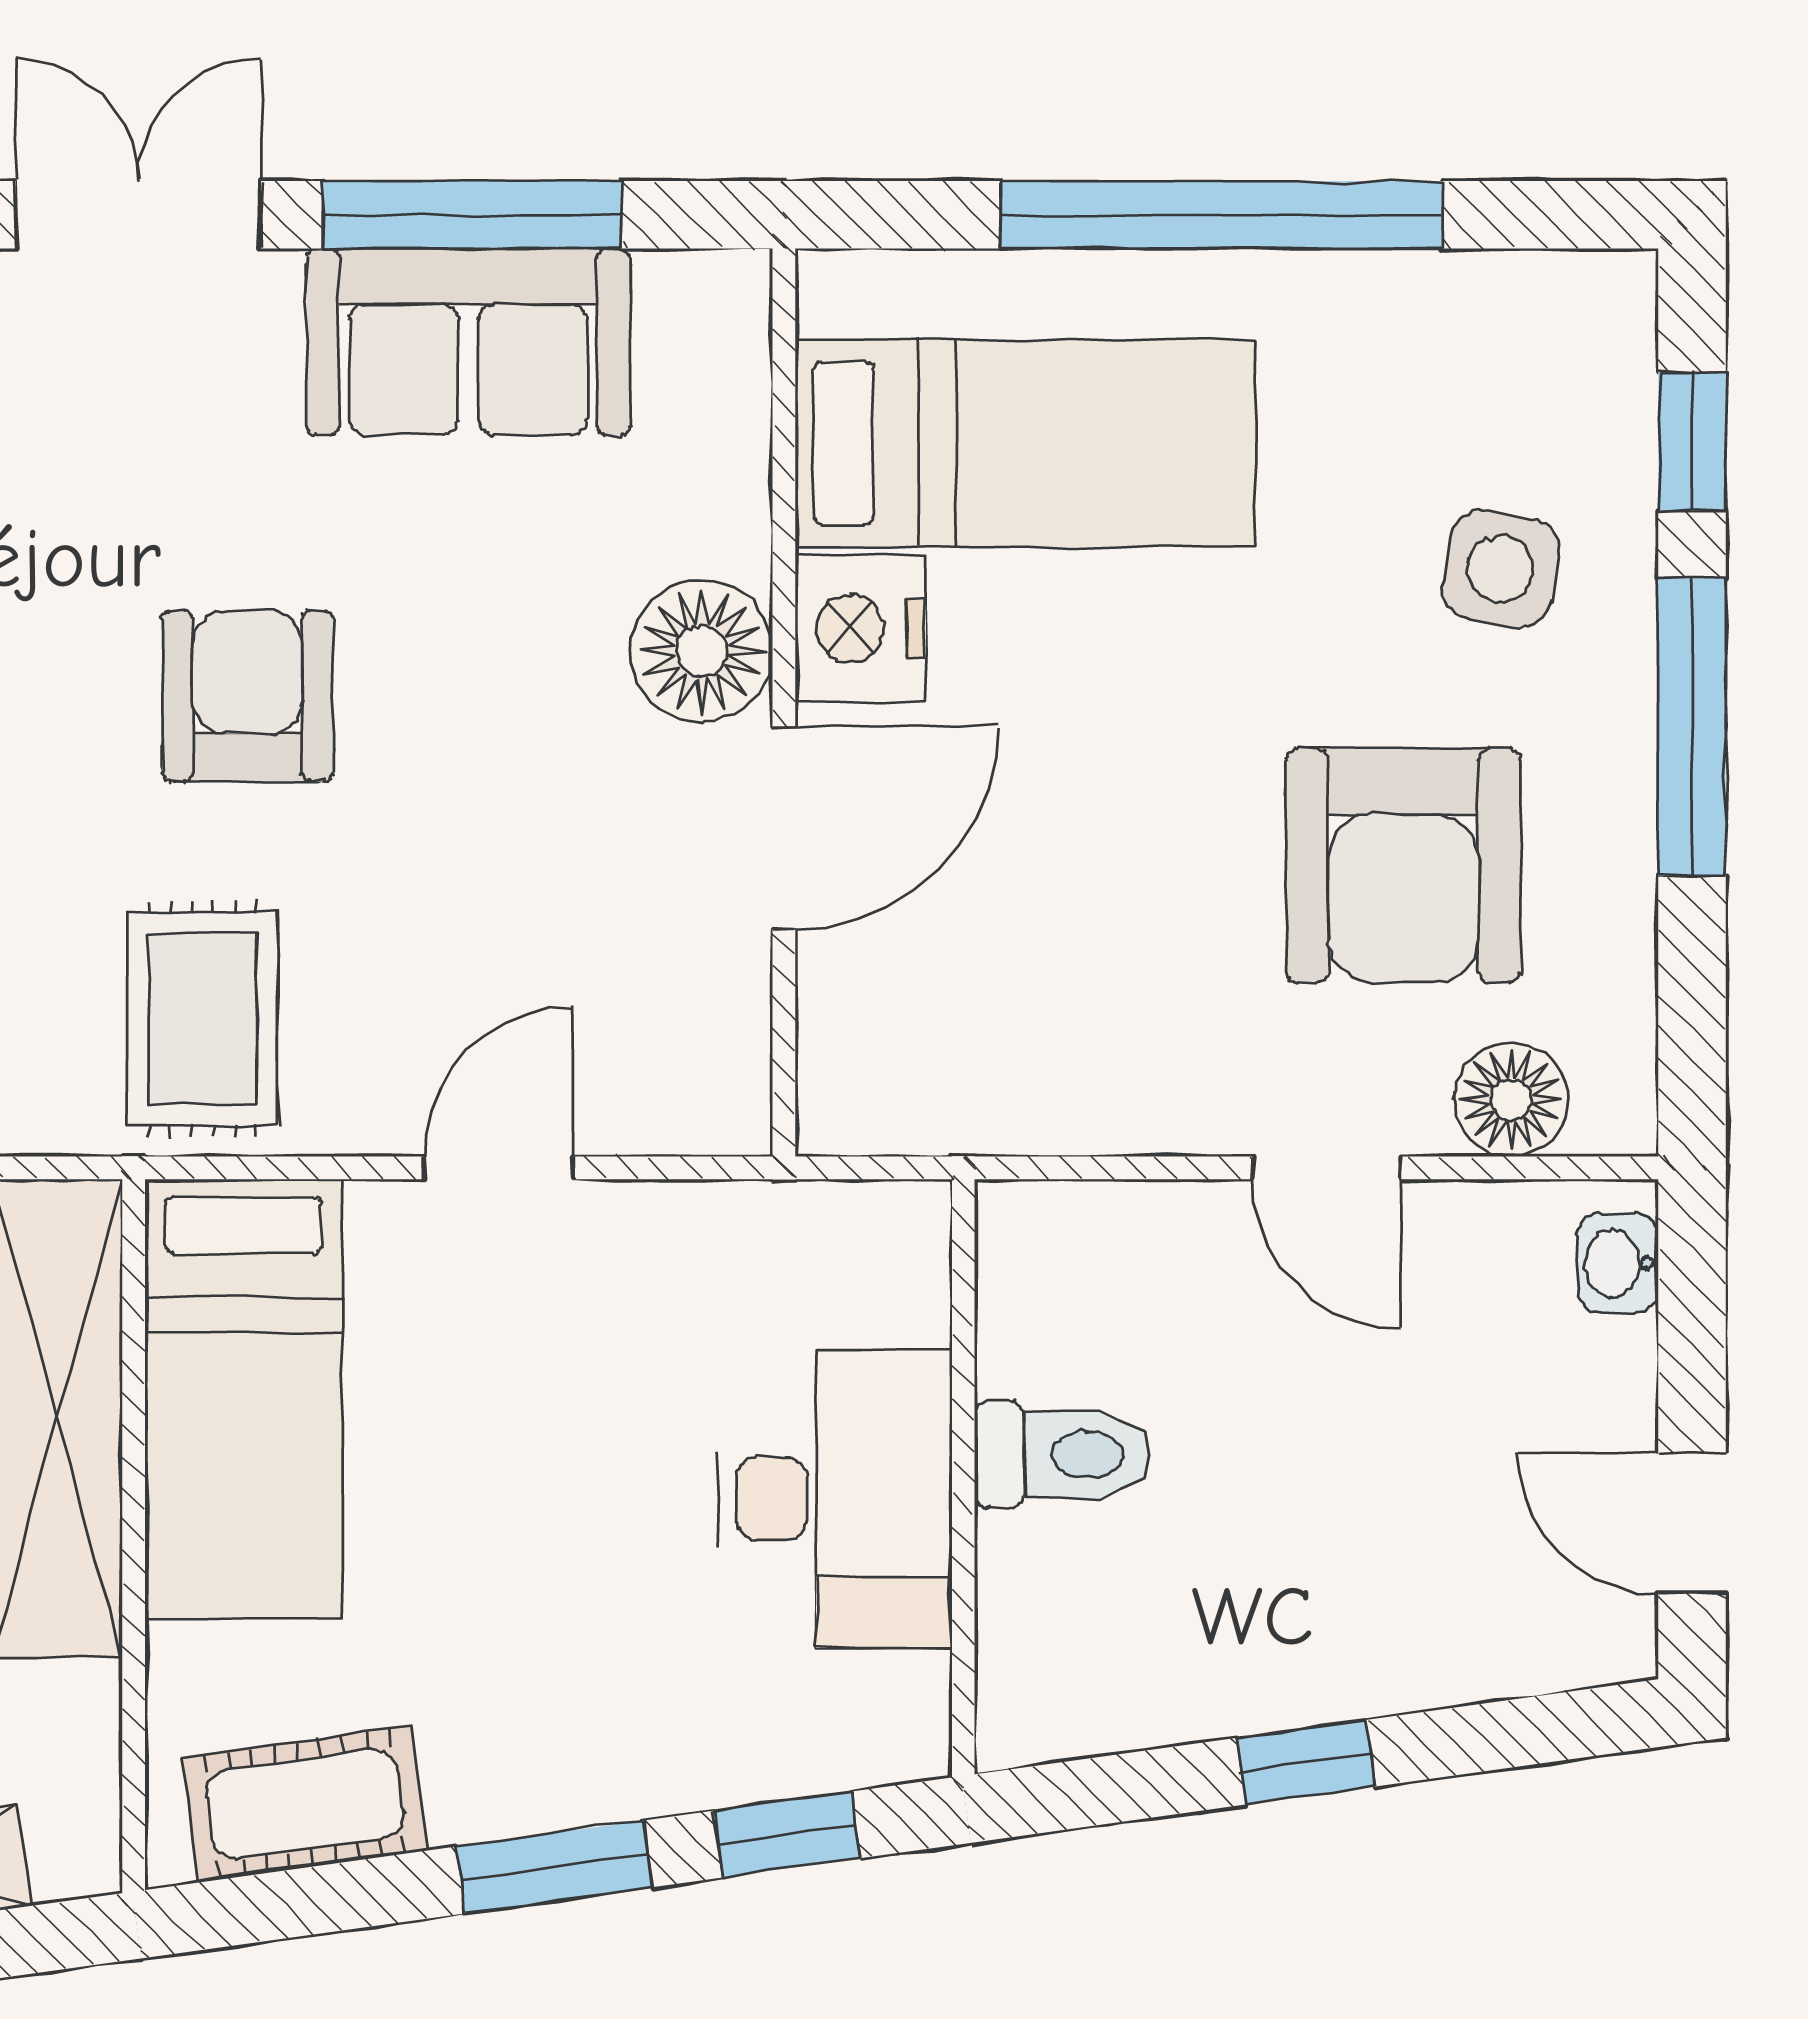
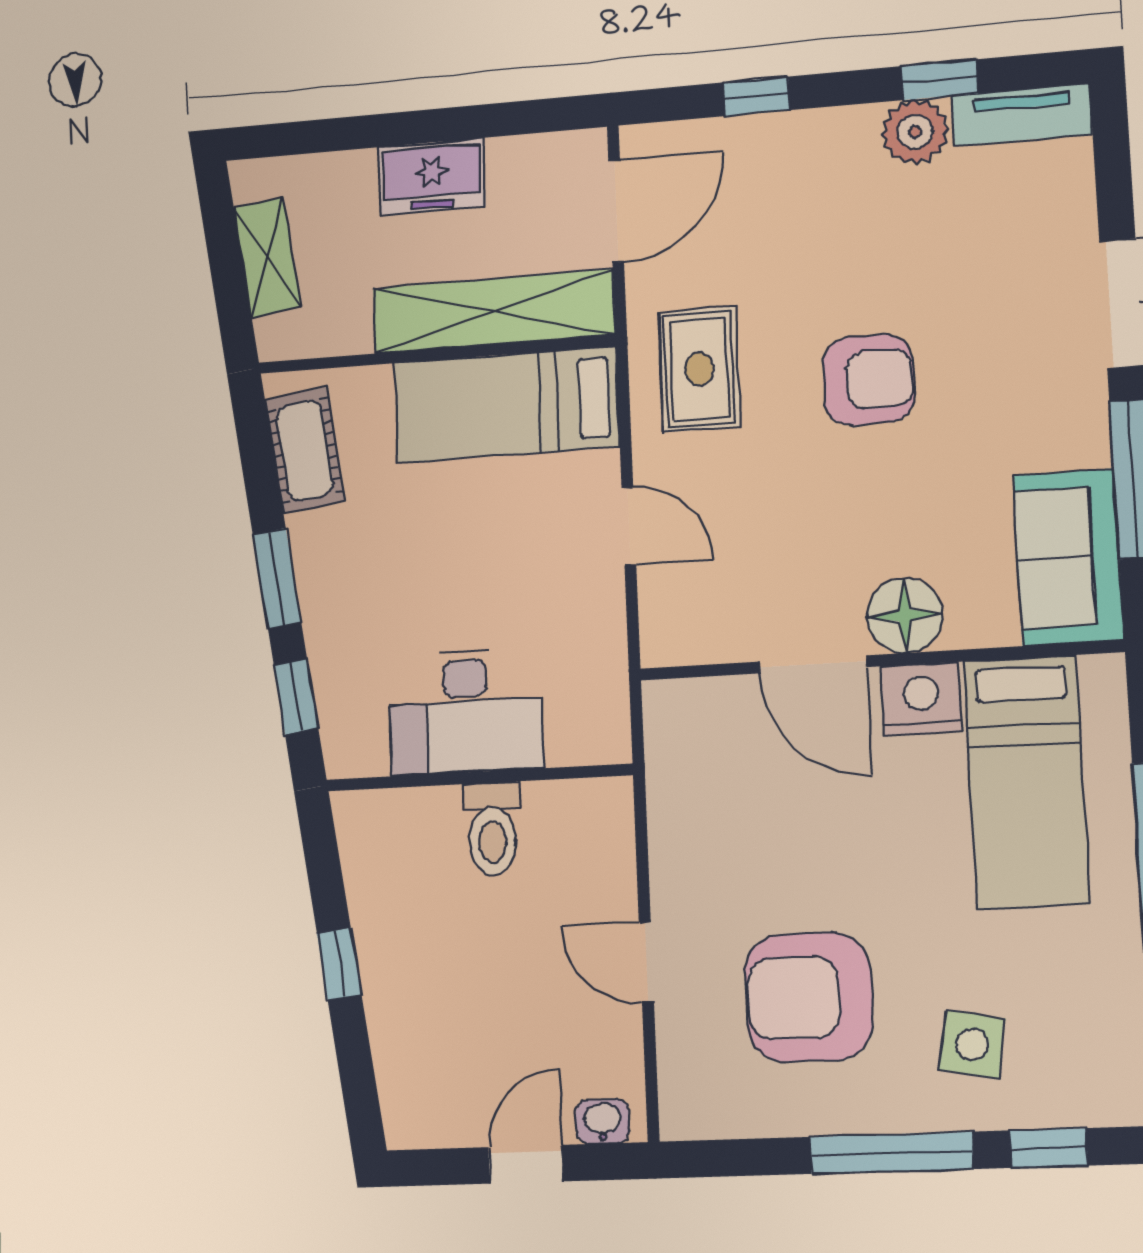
sofa: (468, 342) -> (1068, 557), moved
rug: (203, 1019) -> (699, 369), turned 90
floor lamp: (1511, 1099) -> (687, 1061), removed
door: (1327, 1168) -> (646, 962), hinge flipped
door: (1692, 1523) -> (526, 1164), moved

